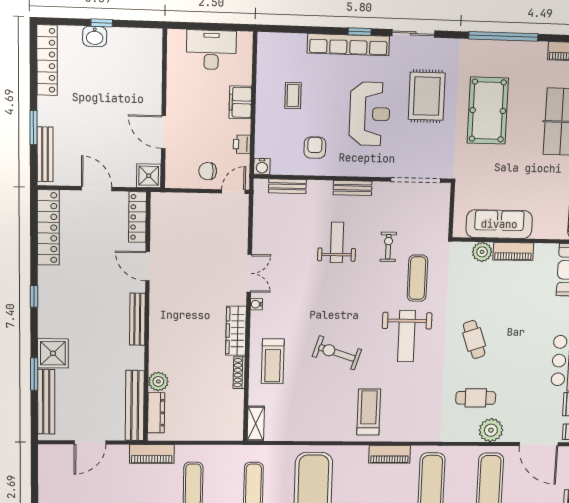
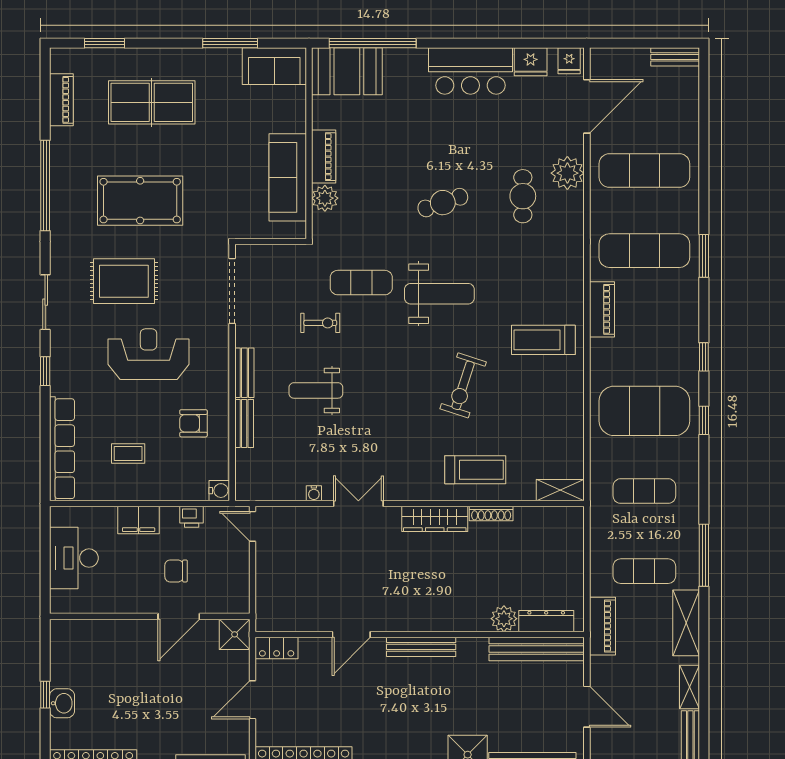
row of seats: (348, 45) -> (62, 449), moved
chair: (208, 171) -> (176, 571), moved, turned 90
bench: (287, 186) -> (244, 423), moved
locker: (137, 217) -> (277, 648), width x0.66
exercise bike: (388, 247) -> (320, 323), turned 180
water cooler: (256, 304) -> (314, 493), moved

